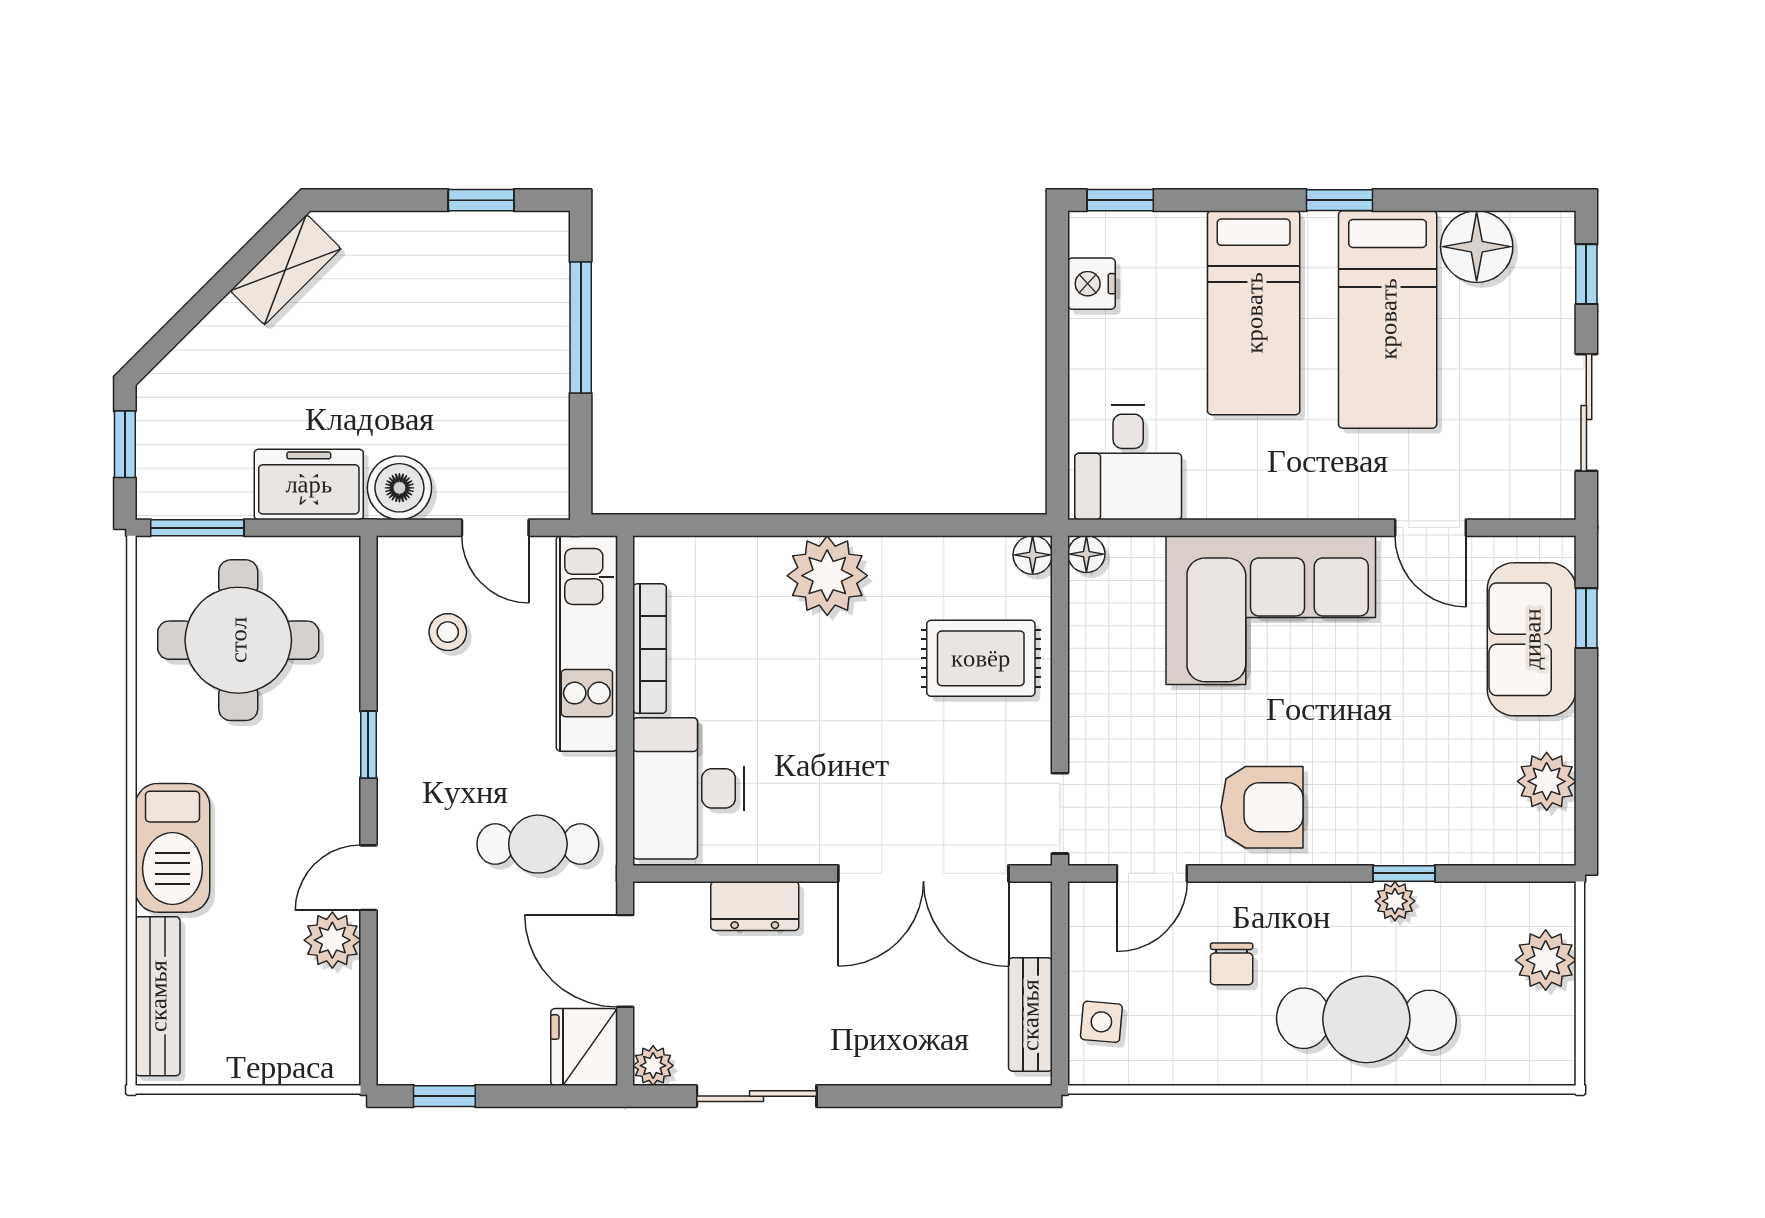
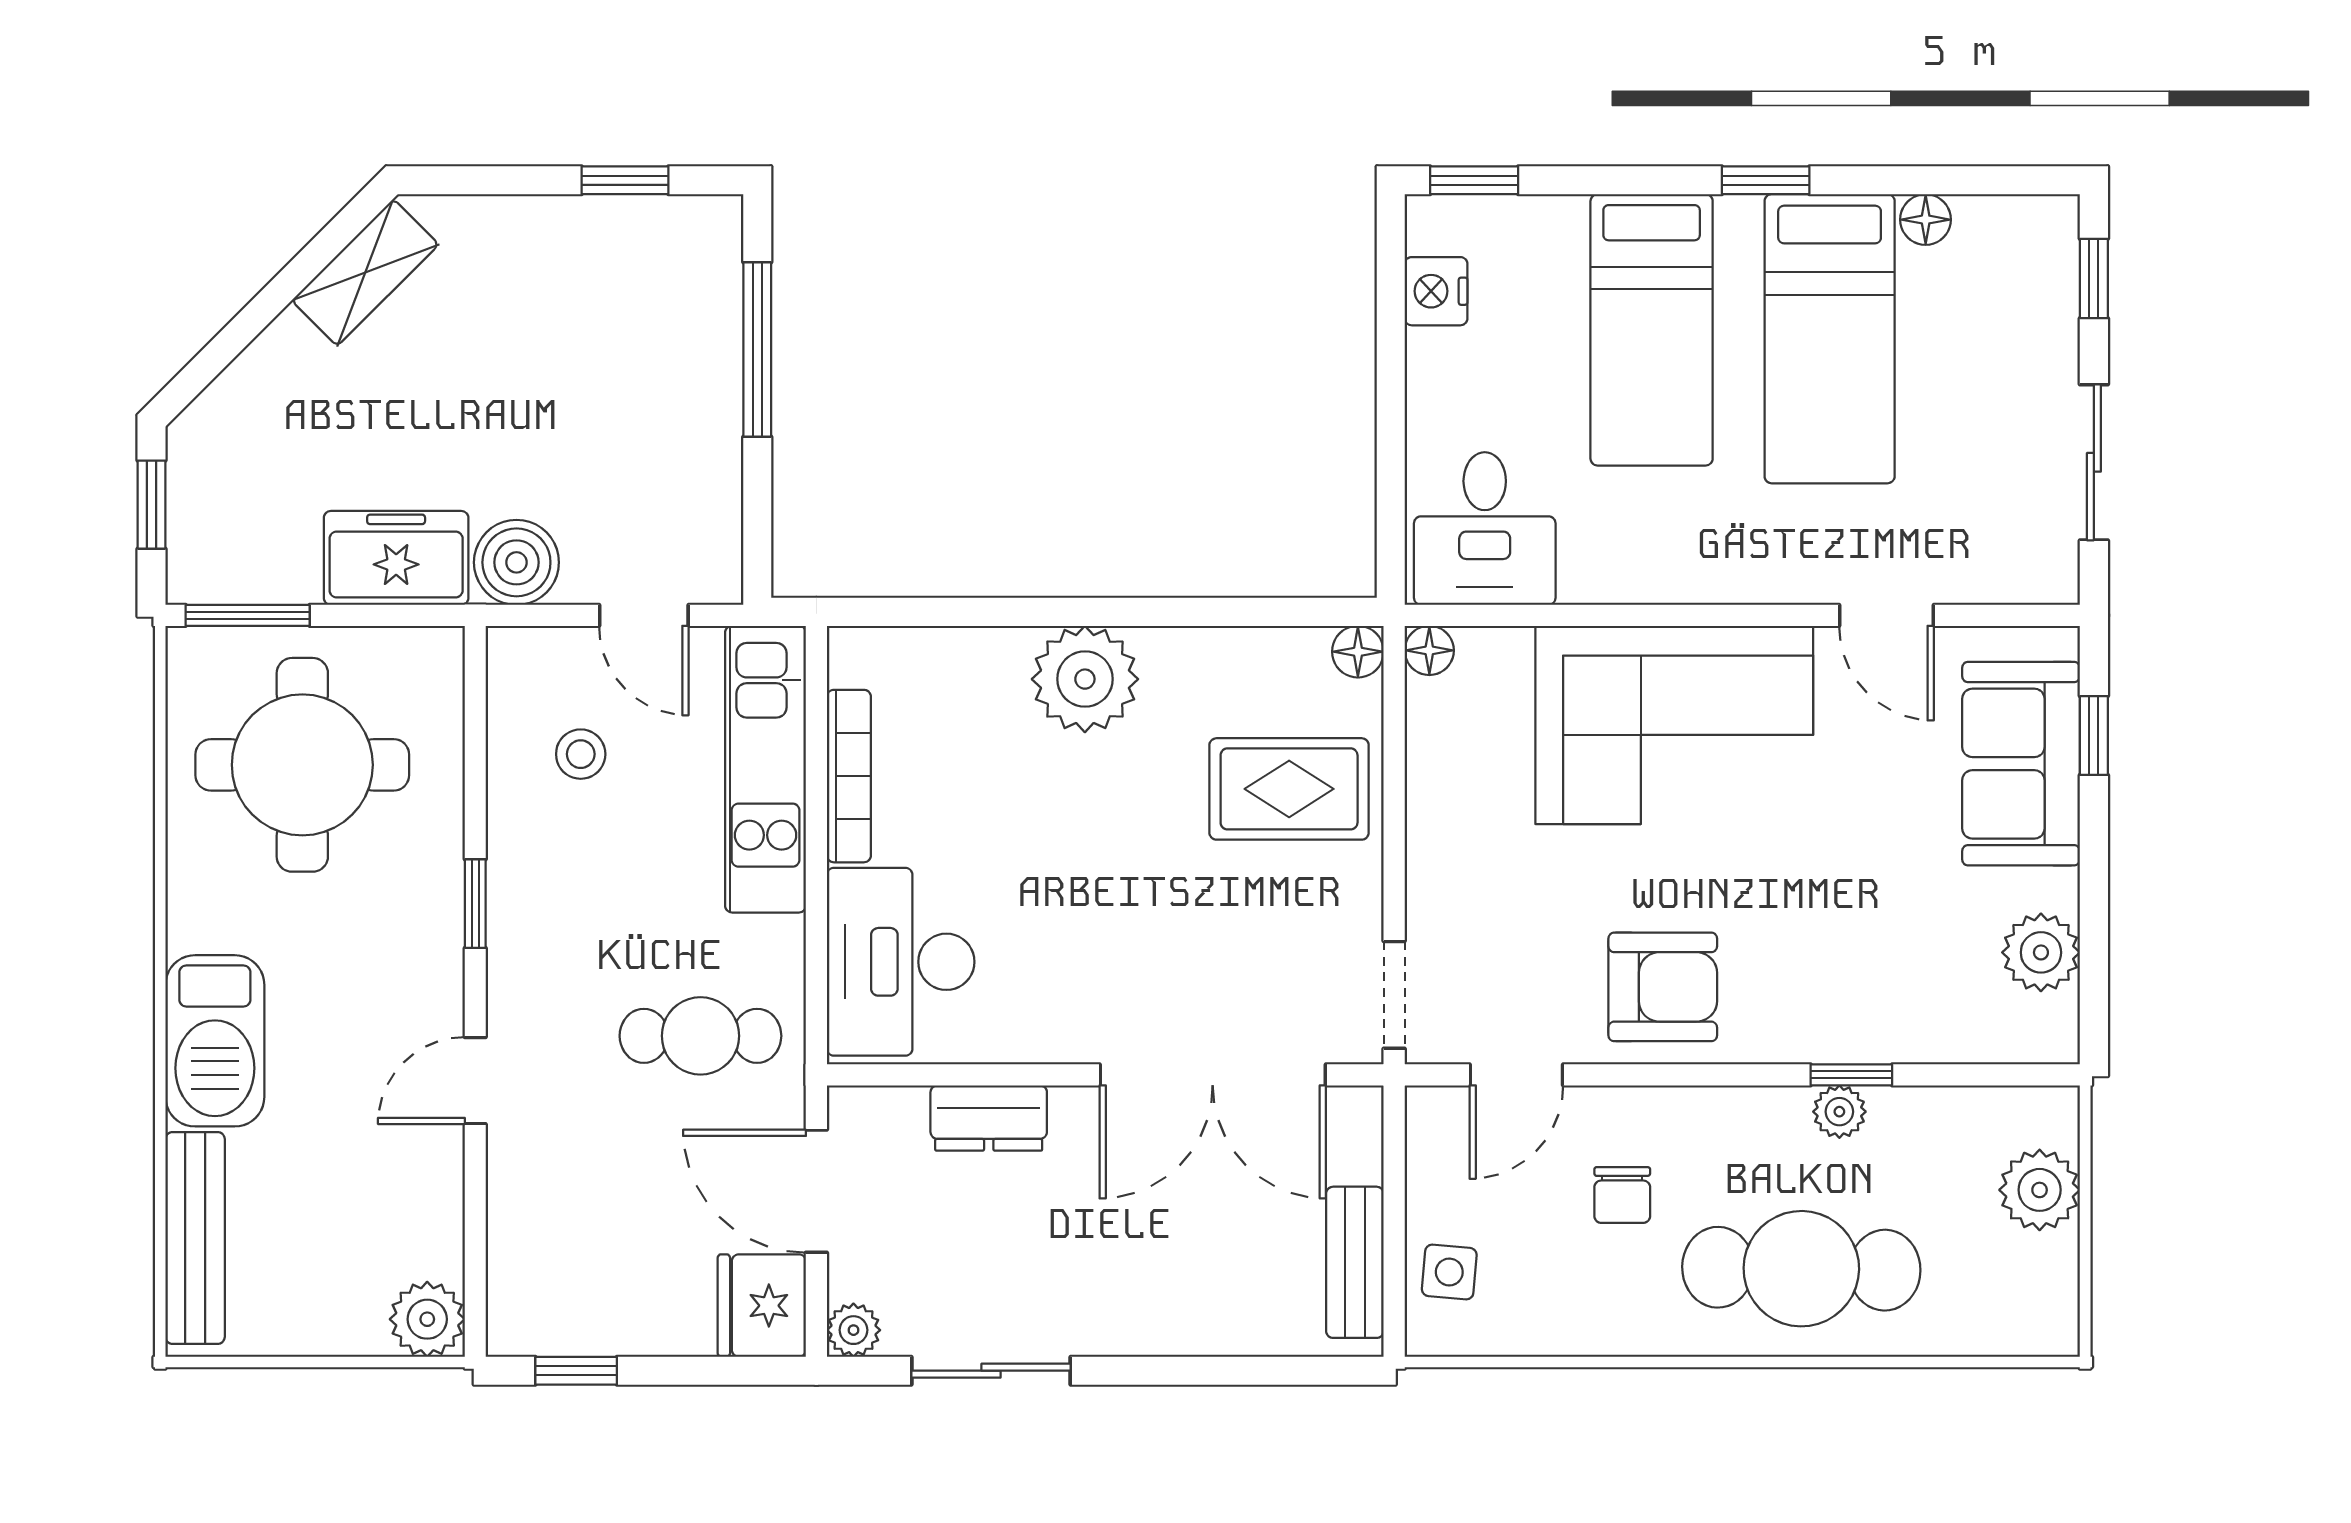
floor lamp: (1477, 247) -> (1926, 220), width x0.53, depth x0.53
plant: (332, 940) -> (427, 1319), moved

